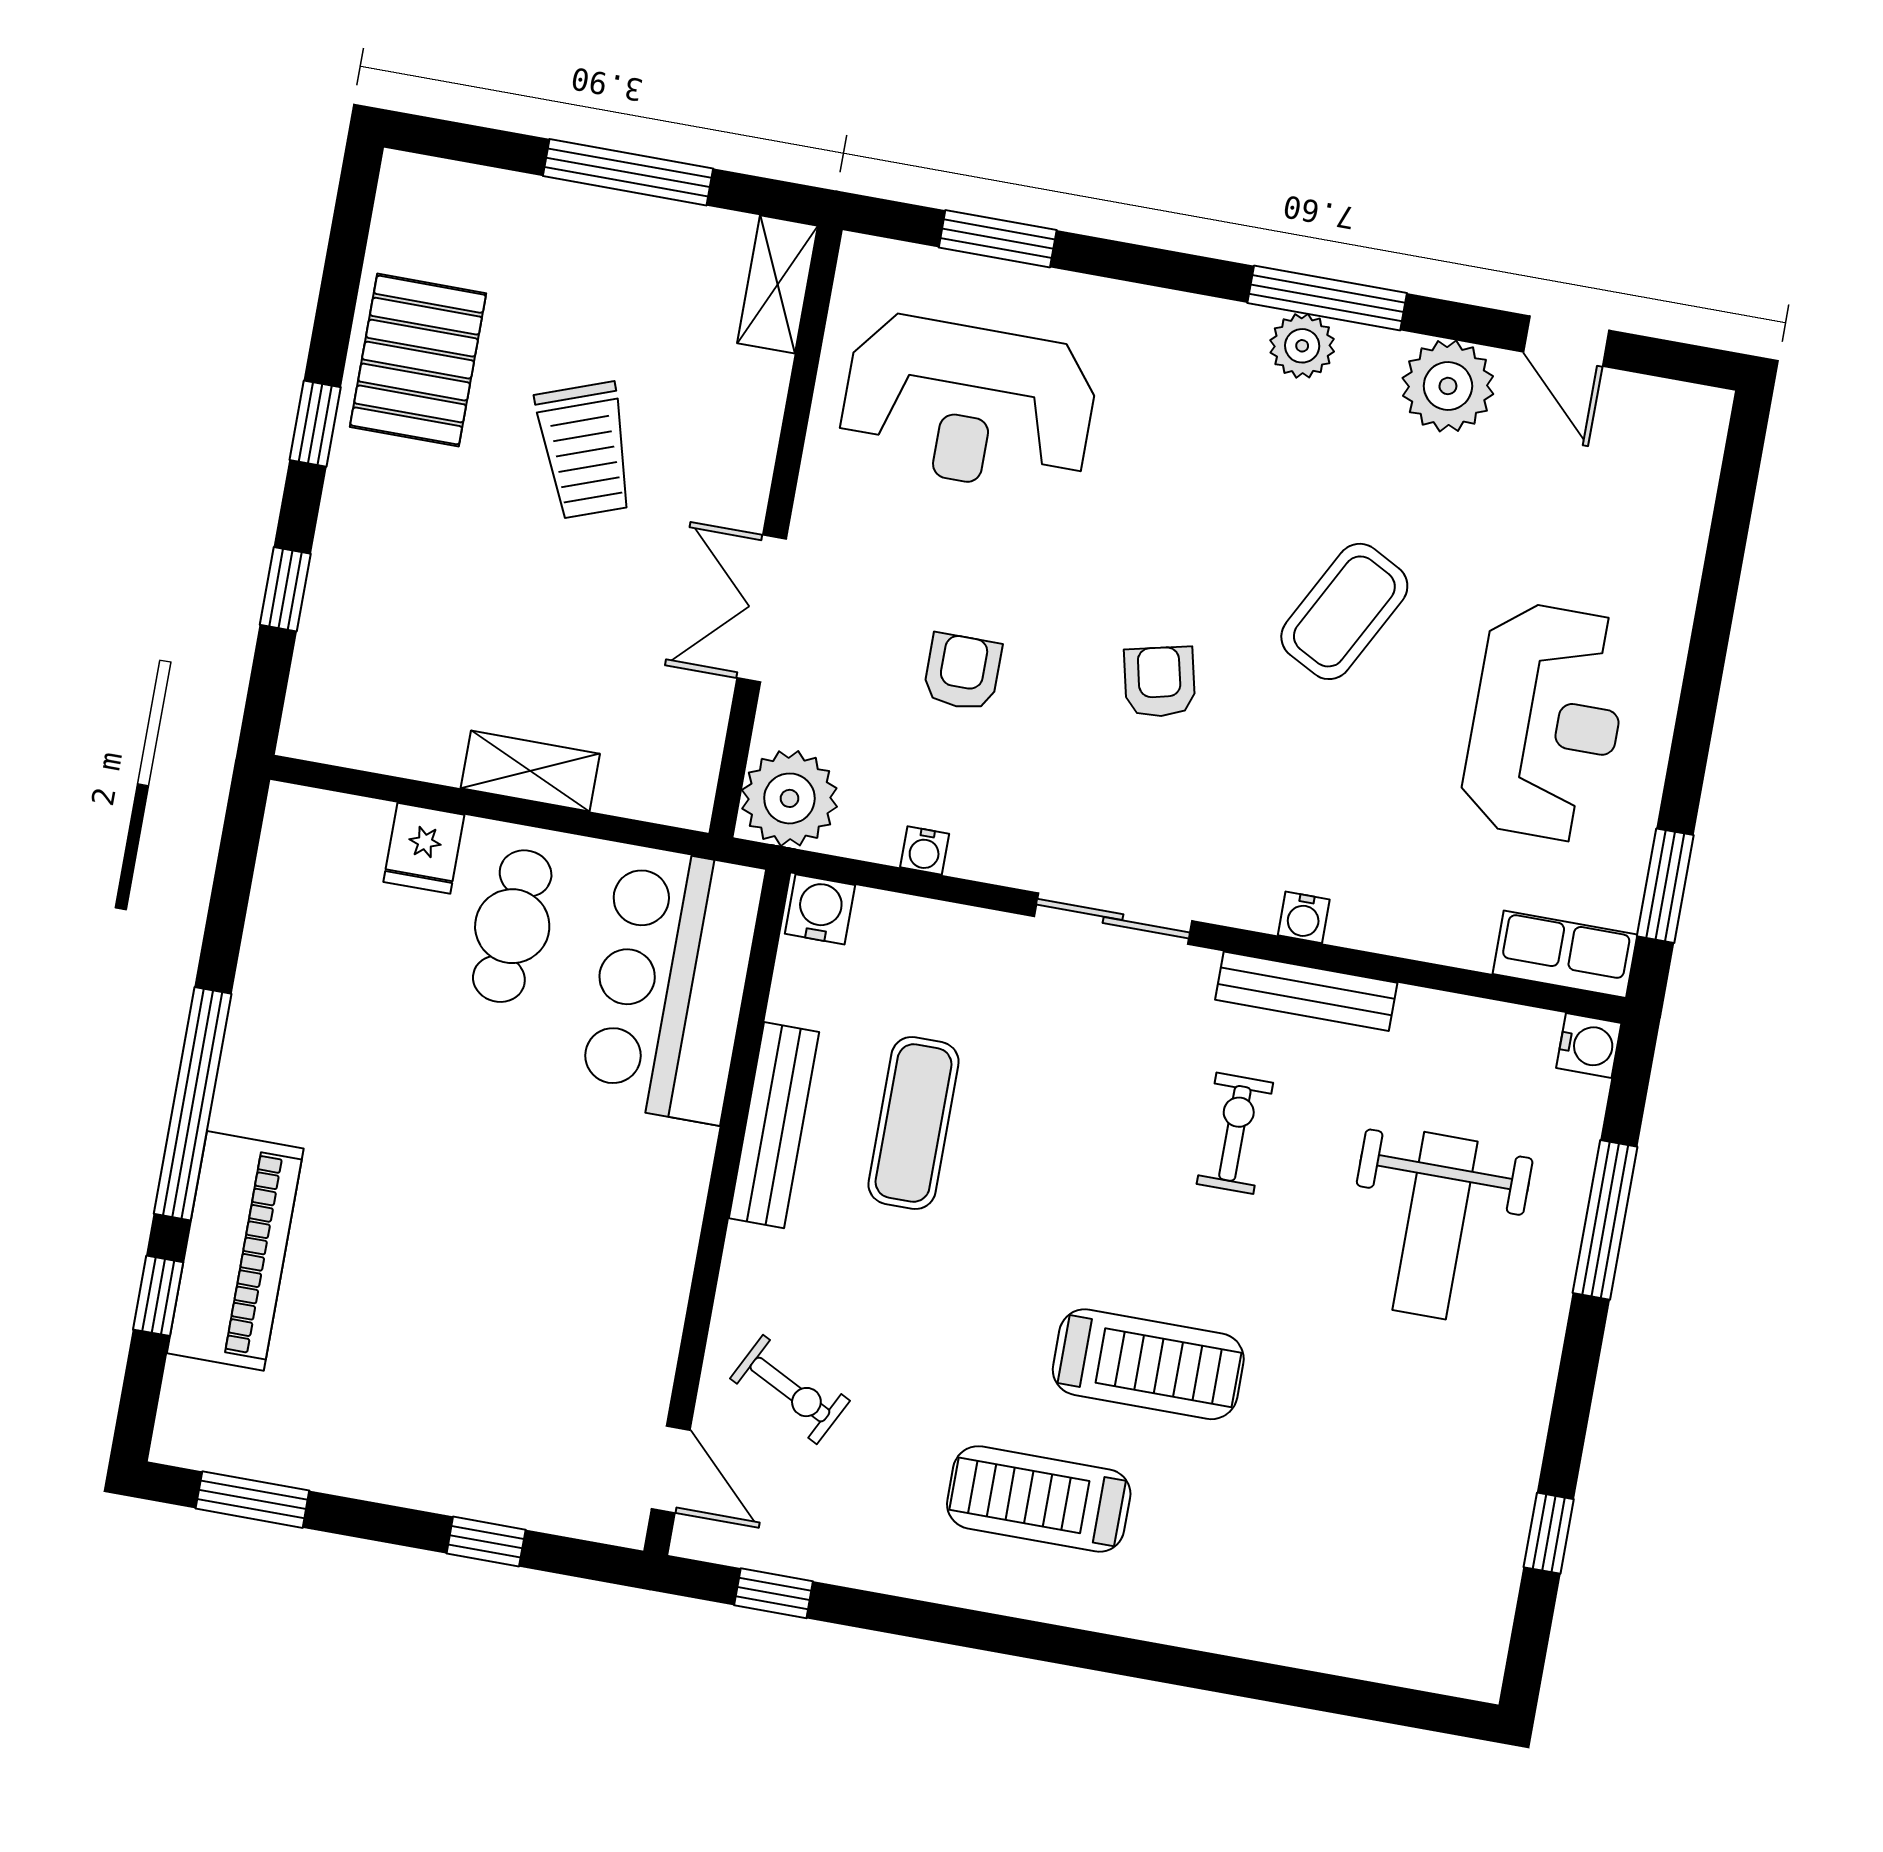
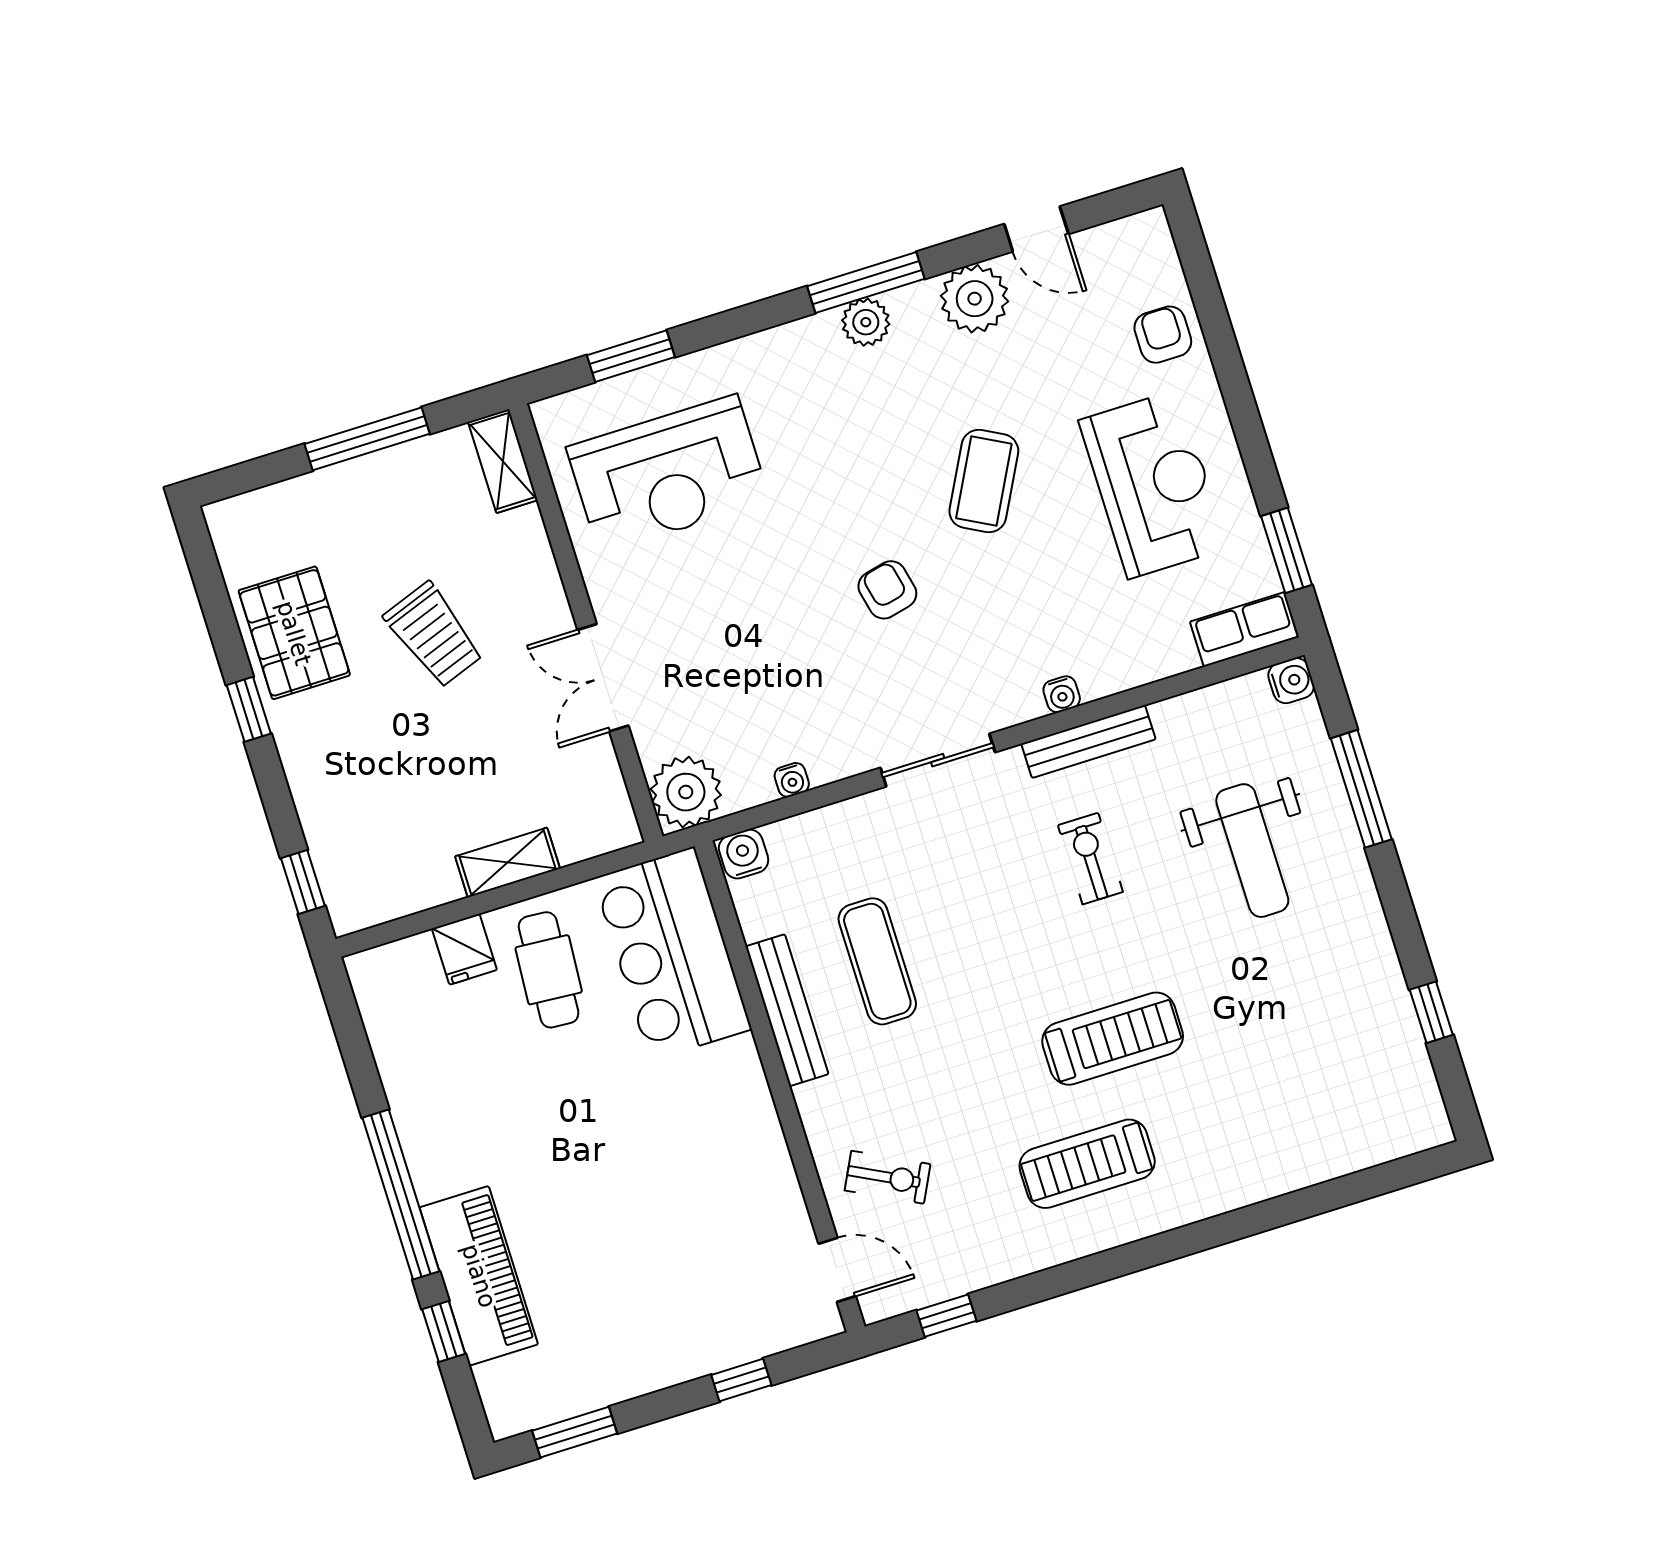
window: (285, 589) -> (303, 882), moved
armchair: (962, 672) -> (1163, 335), moved

